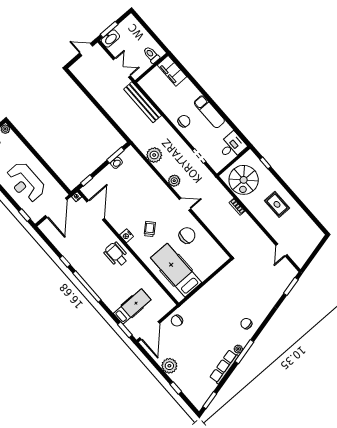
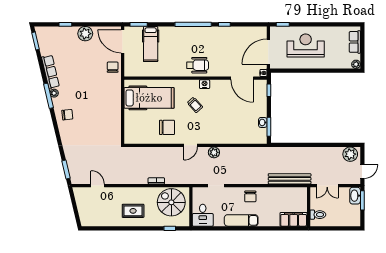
plant: (154, 155) -> (350, 154), moved
door: (56, 208) -> (268, 52), hinge flipped
chair: (187, 235) -> (167, 127), turned -90

